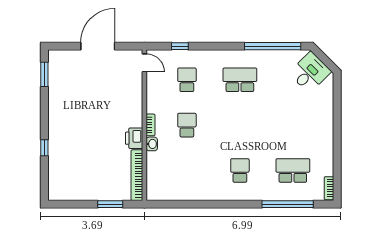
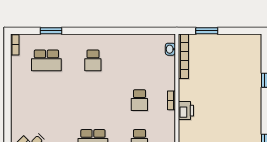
printer: (134, 138) -> (186, 111), moved
washbasin: (152, 144) -> (170, 49), moved
window: (288, 204) -> (51, 31), width x0.47

